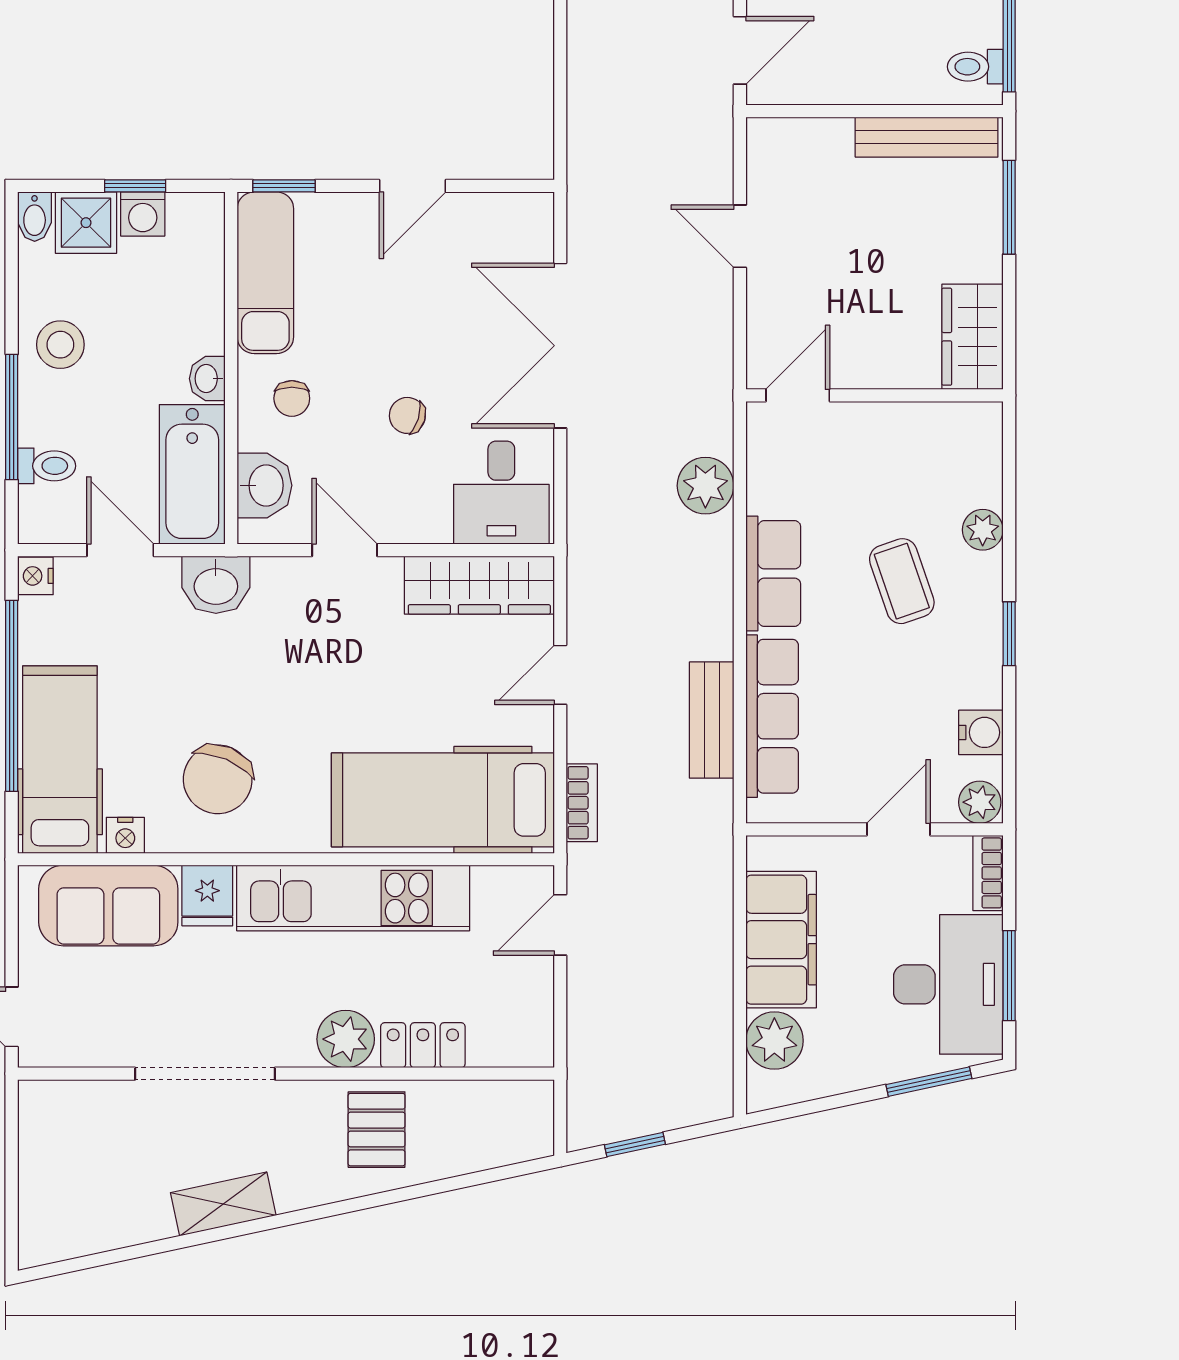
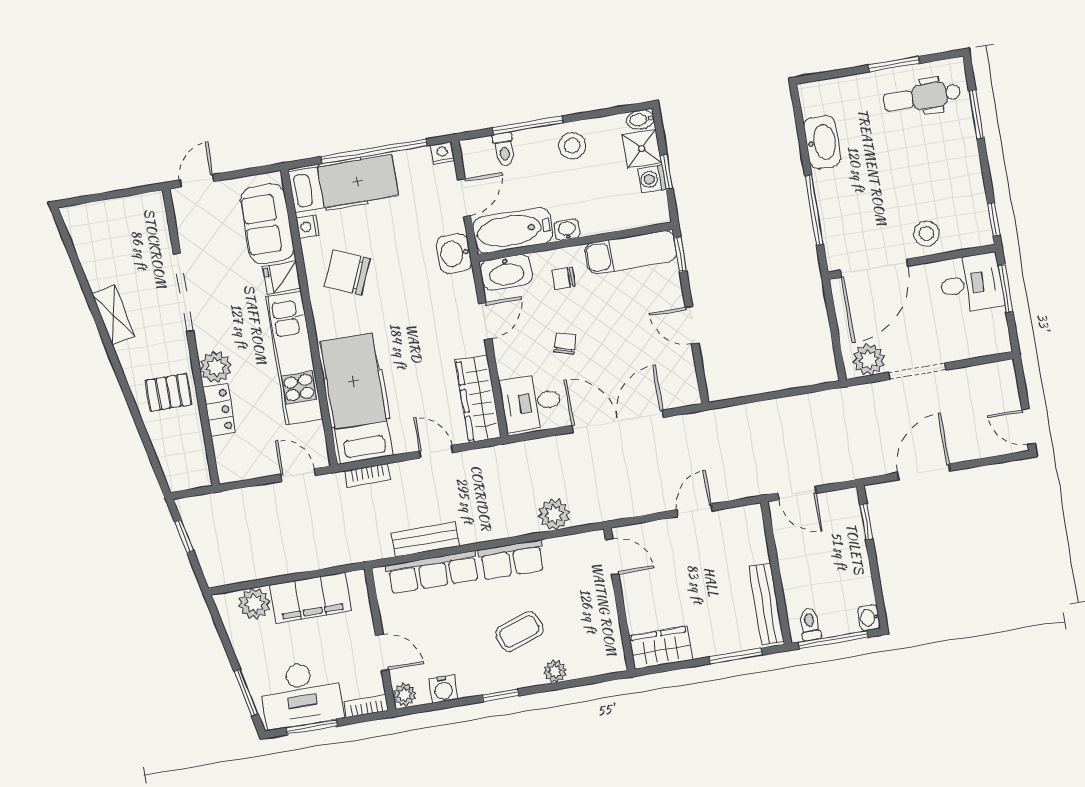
washbasin: (264, 485) -> (506, 272), width x1.38

